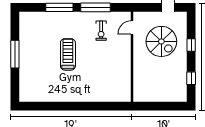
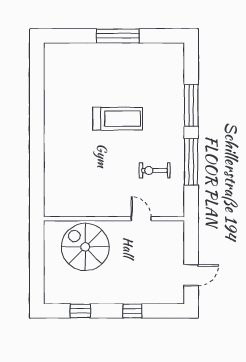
door: (132, 27) -> (141, 219), moved
spiral stairs: (161, 41) -> (85, 247), moved, turned 90

